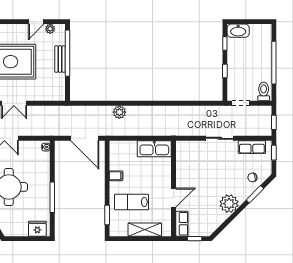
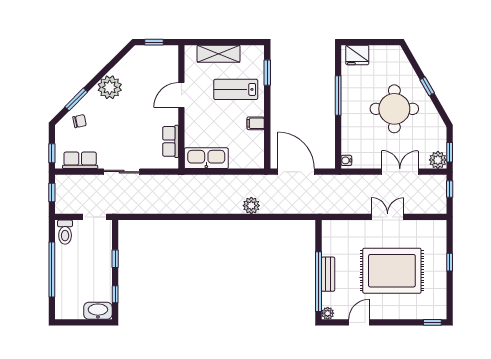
plant: (50, 29) -> (328, 313), moved
lab bench: (131, 202) -> (236, 89), turned 180
row of seats: (182, 224) -> (171, 141), moved

